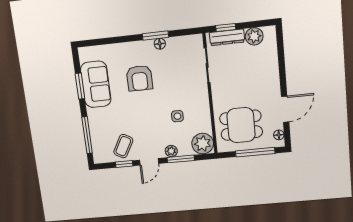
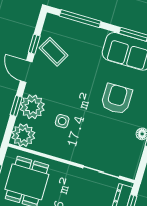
armchair: (139, 78) -> (117, 99), turned 90
plant: (171, 151) -> (32, 107), width x1.87, depth x1.87
window: (181, 159) -> (16, 106), width x0.67

